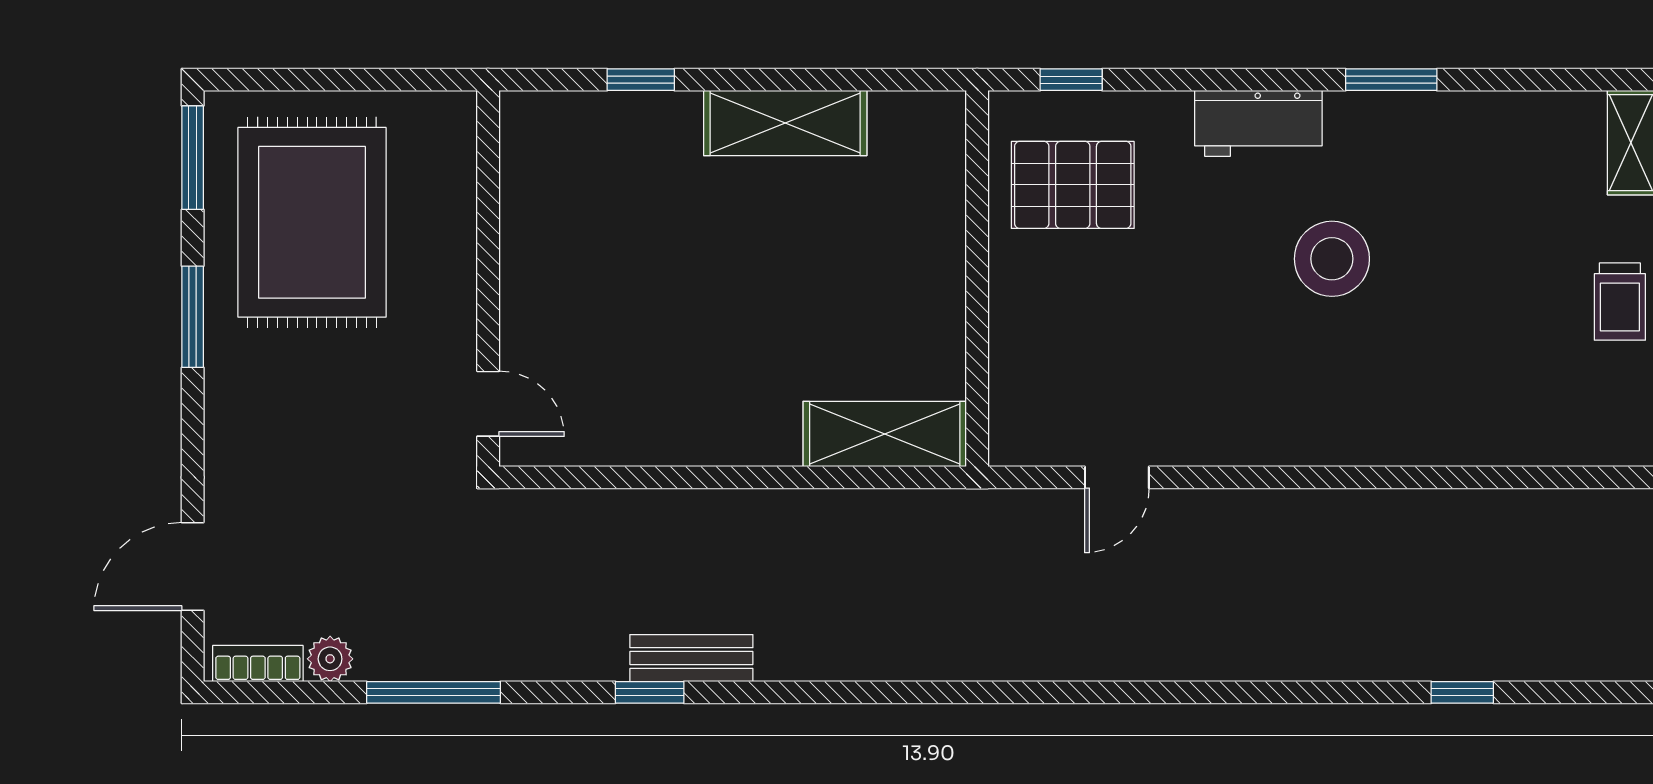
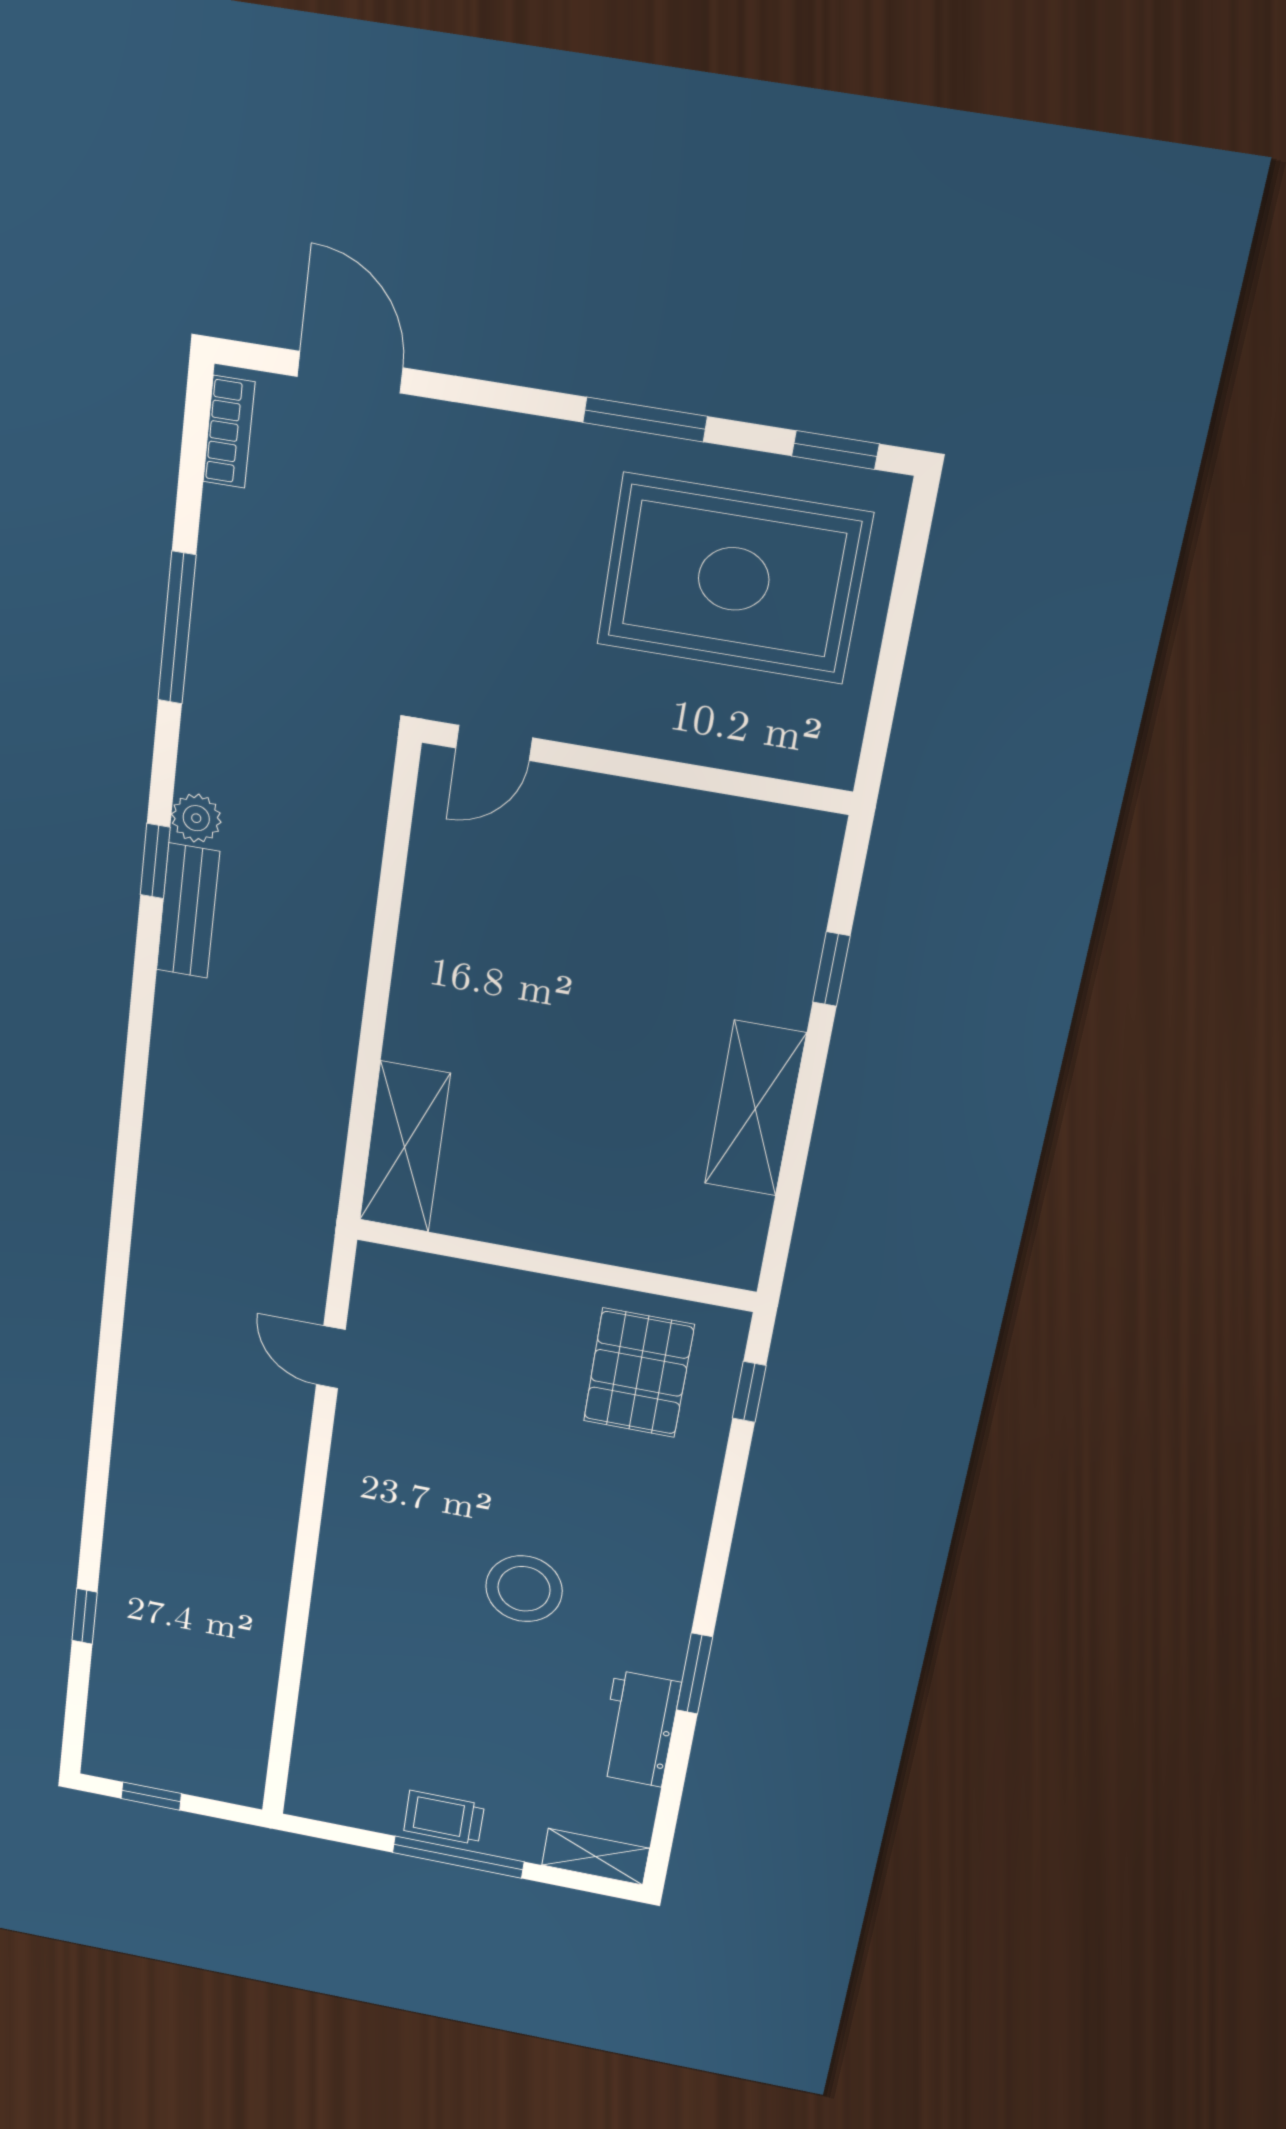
workbench: (1258, 123) -> (639, 1729), moved
window: (193, 158) -> (835, 450), width x0.67
plant: (330, 659) -> (196, 818), moved

